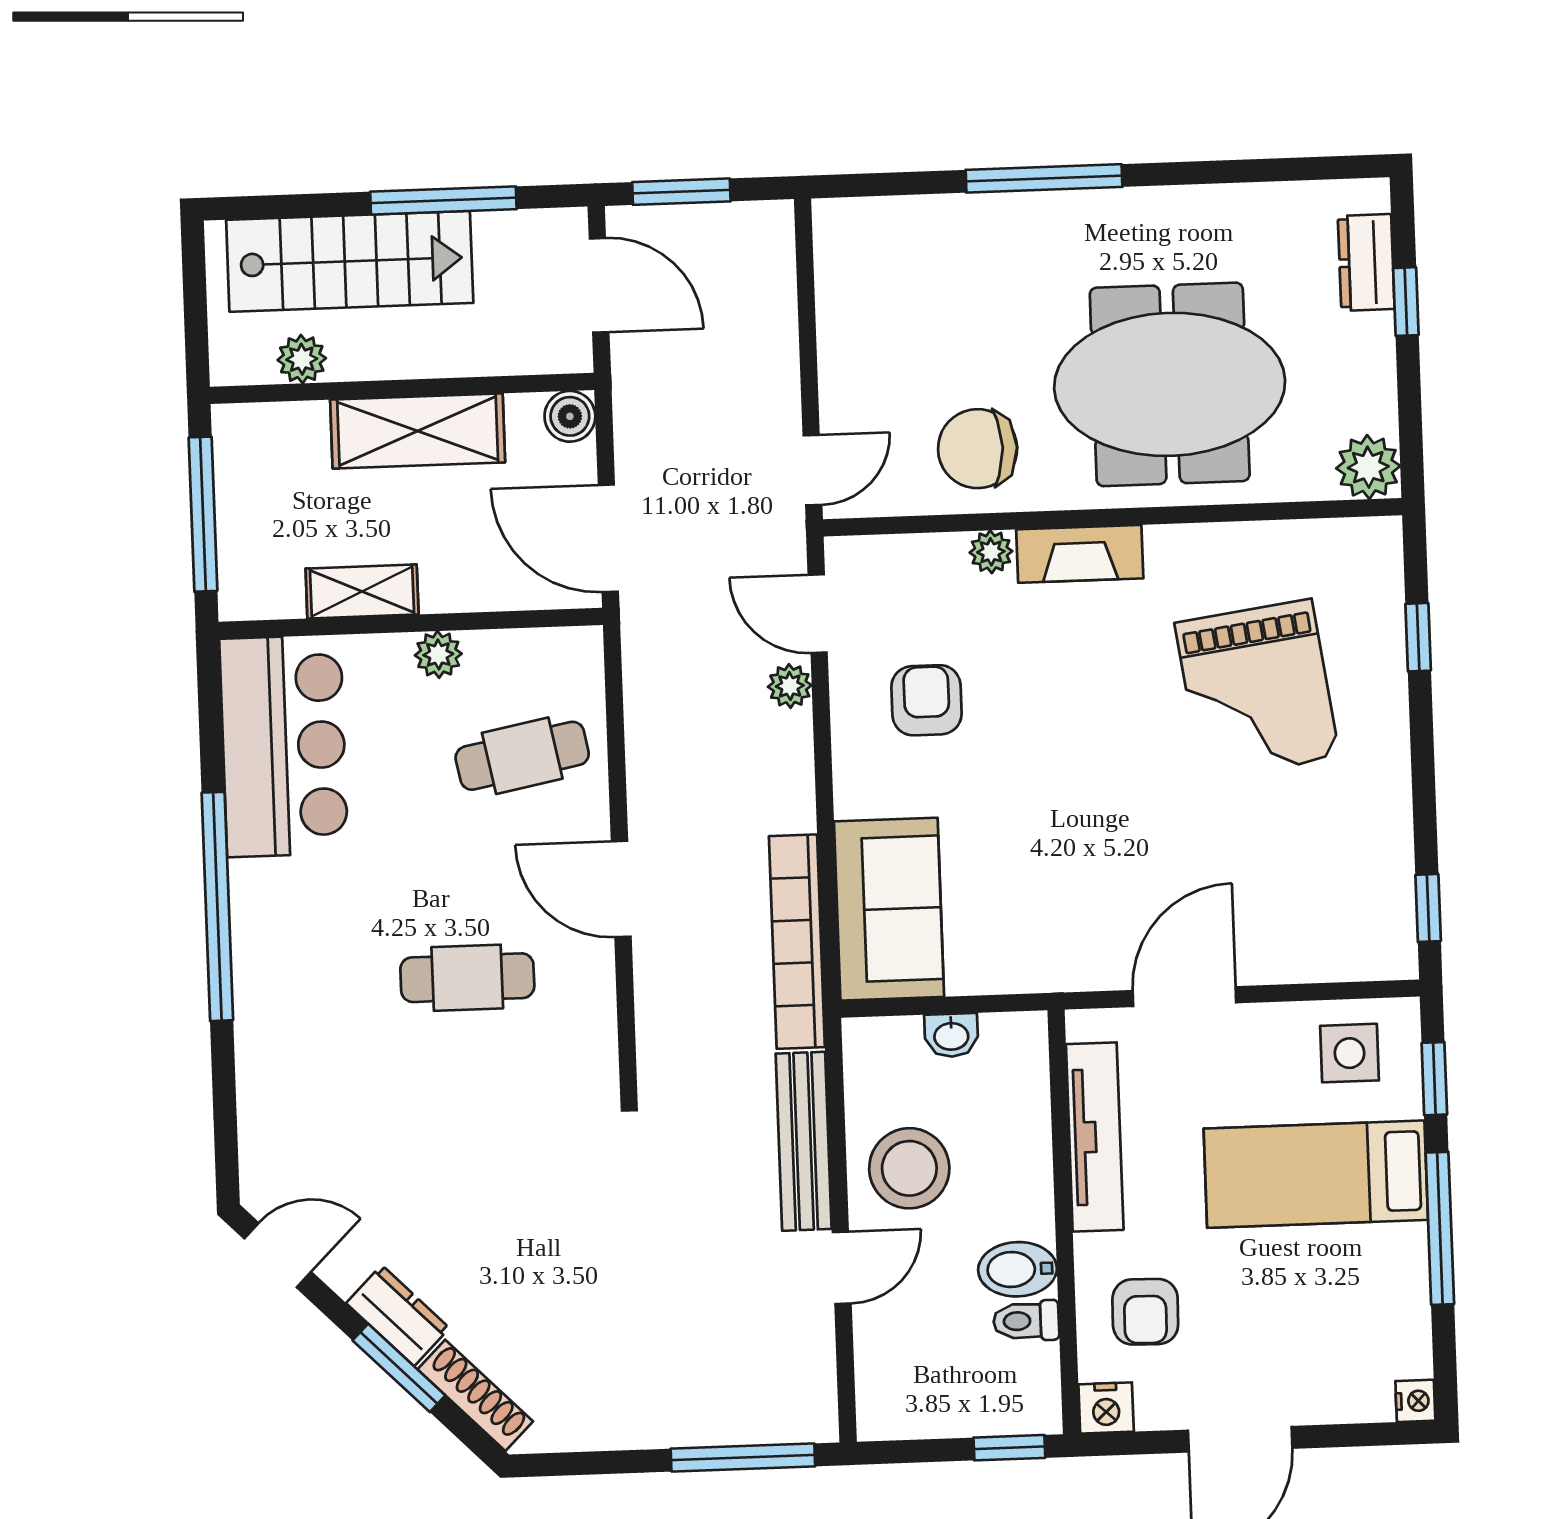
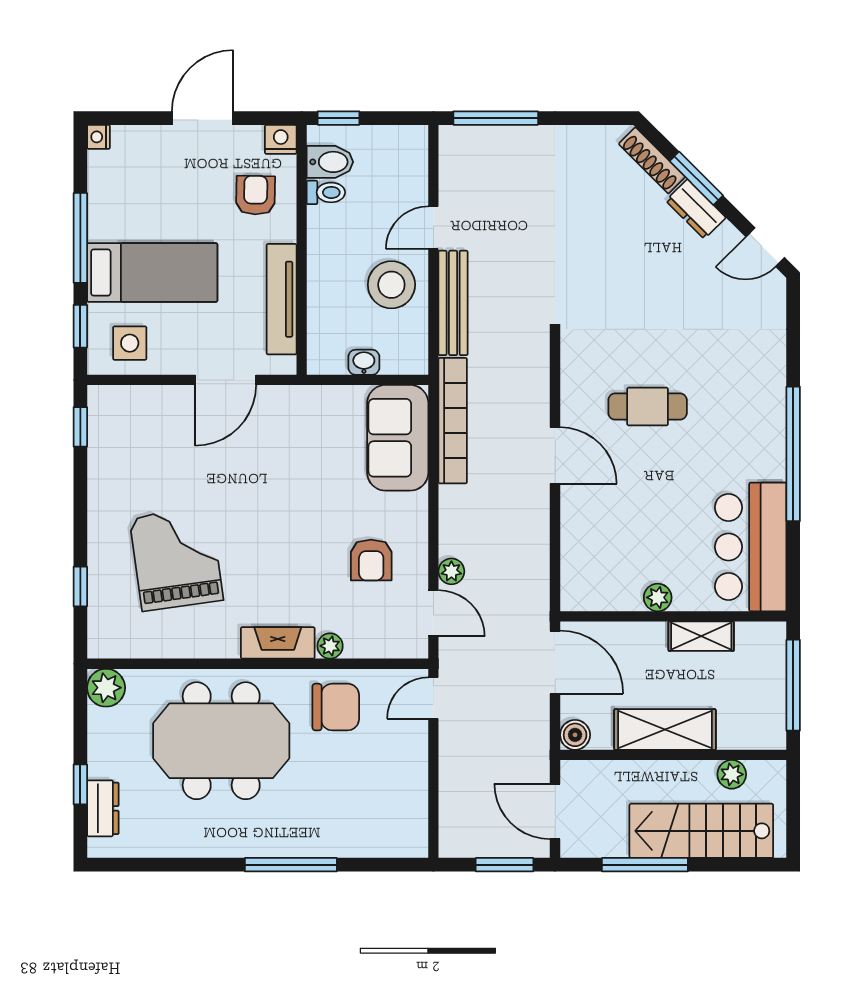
cafe table: (522, 756) -> (610, 536), removed
bidet: (1018, 1269) -> (330, 162), moved

